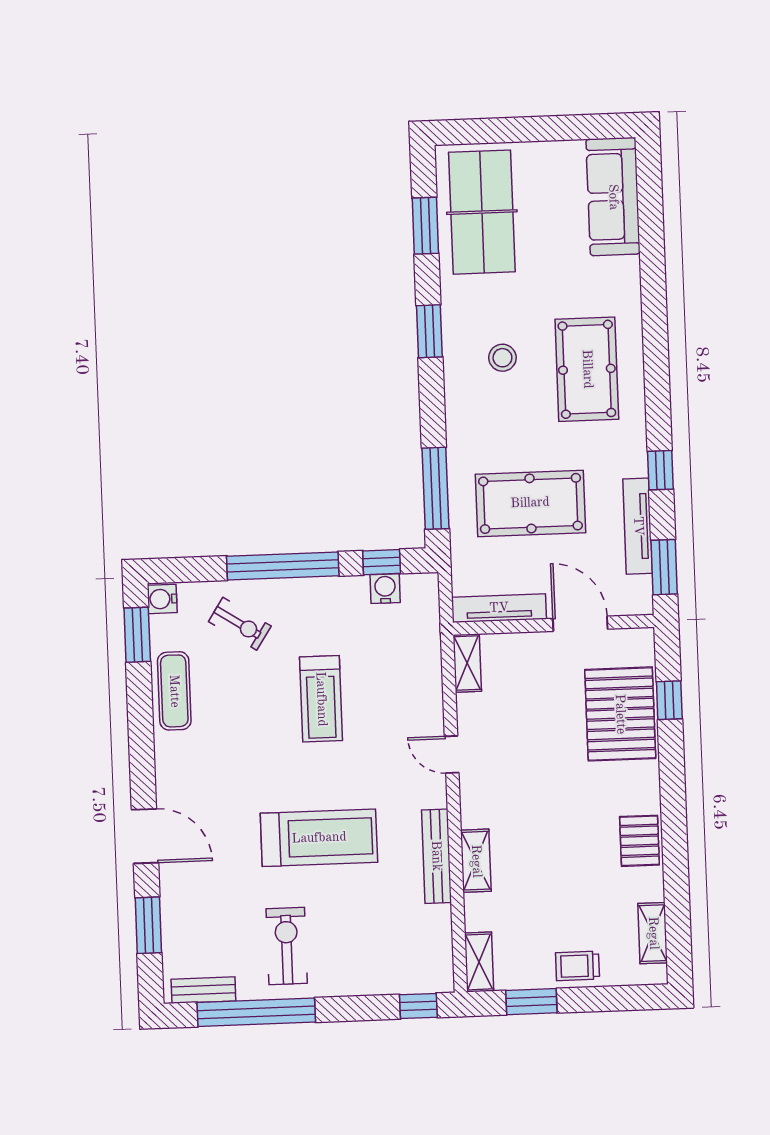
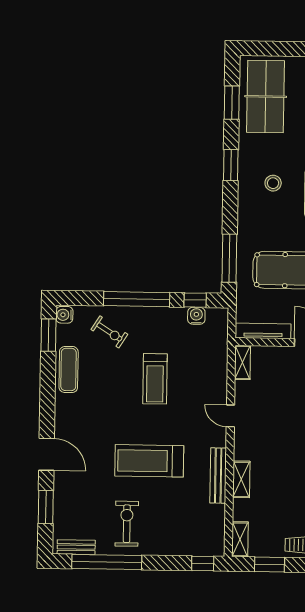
treadmill: (319, 838) -> (149, 461), turned 180

